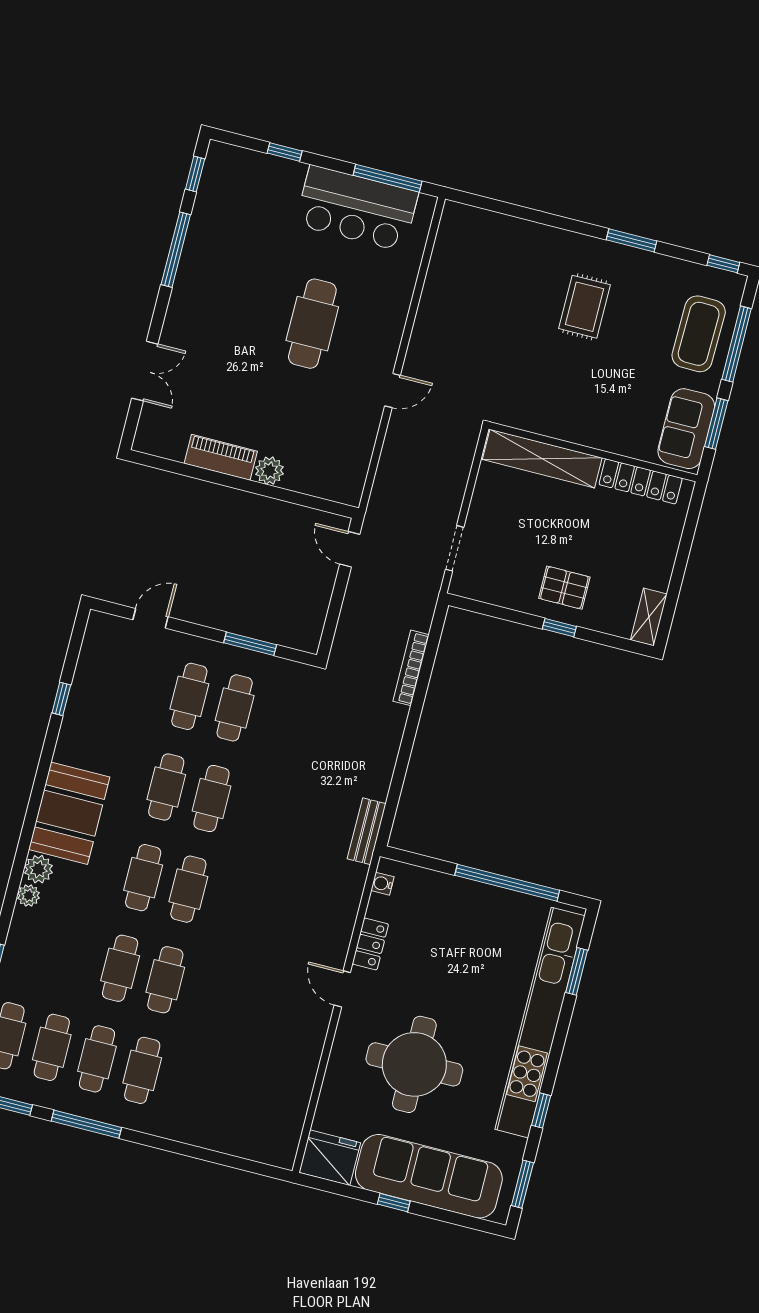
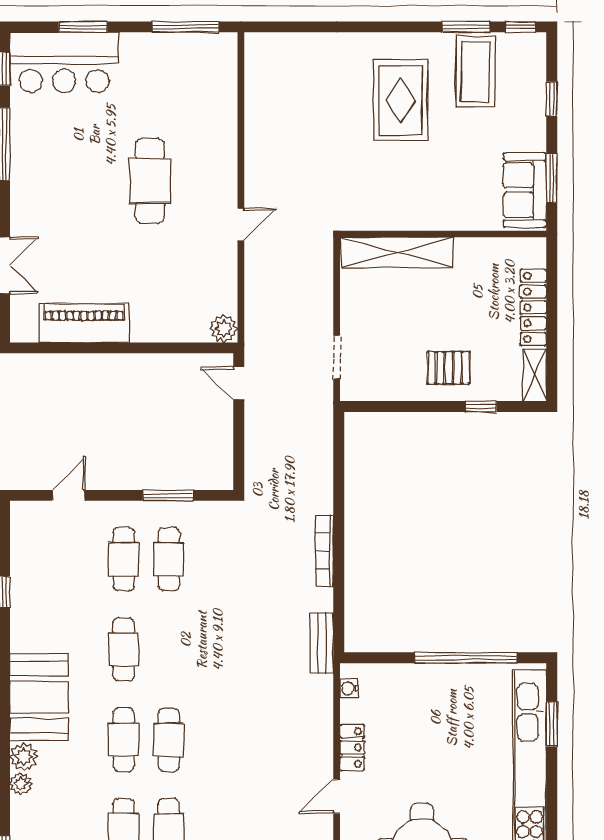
window: (285, 152) -> (83, 27), width x1.50
bar counter: (357, 208) -> (64, 62), moved
window: (632, 240) -> (466, 27), moved
rug: (585, 307) -> (401, 100), width x1.36, depth x1.43
coffee table: (699, 334) -> (476, 72), moved
window: (737, 344) -> (552, 99), width x0.46
piano: (221, 457) -> (84, 323), width x1.37, depth x1.33
plant: (269, 471) -> (224, 329), moved
locker: (641, 481) -> (533, 307), moved, turned 90
window: (559, 628) -> (481, 406), moved
bookcase: (411, 668) -> (324, 551), moved
cafe table: (212, 799) -> (169, 649), removed
door: (342, 989) -> (337, 796), hinge flipped

